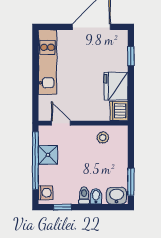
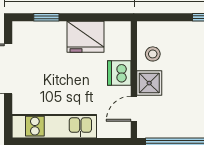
dishwasher: (119, 111) -> (119, 73), moved, turned 90
shower: (48, 155) -> (149, 83), moved

